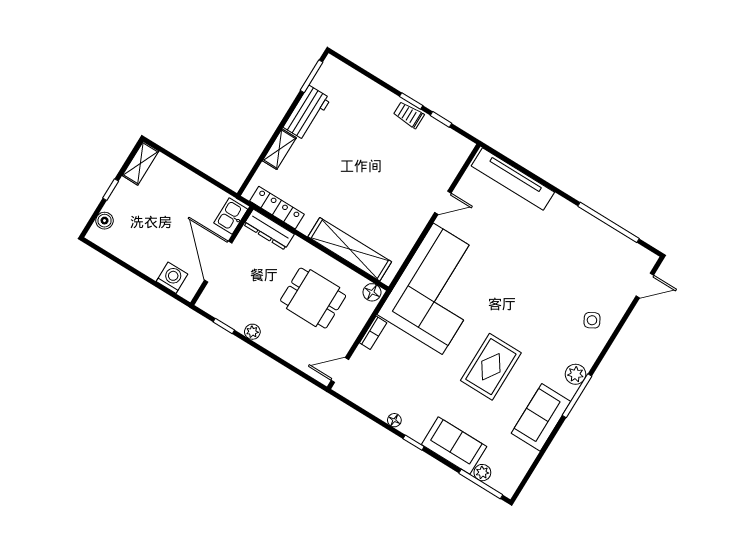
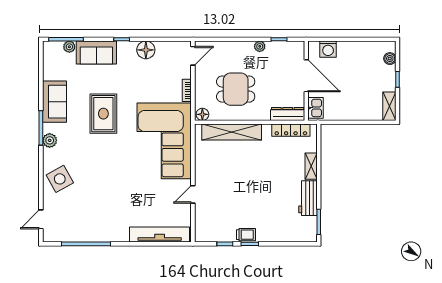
side table: (592, 320) -> (60, 179), width x1.87, depth x1.87
floor lamp: (394, 420) -> (146, 50), width x1.89, depth x1.89

